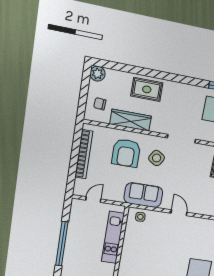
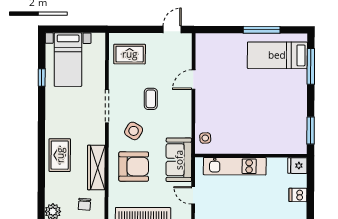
coffee table: (181, 177) -> (151, 99), added
sofa: (143, 195) -> (179, 160), moved
door: (179, 213) -> (194, 80), moved

